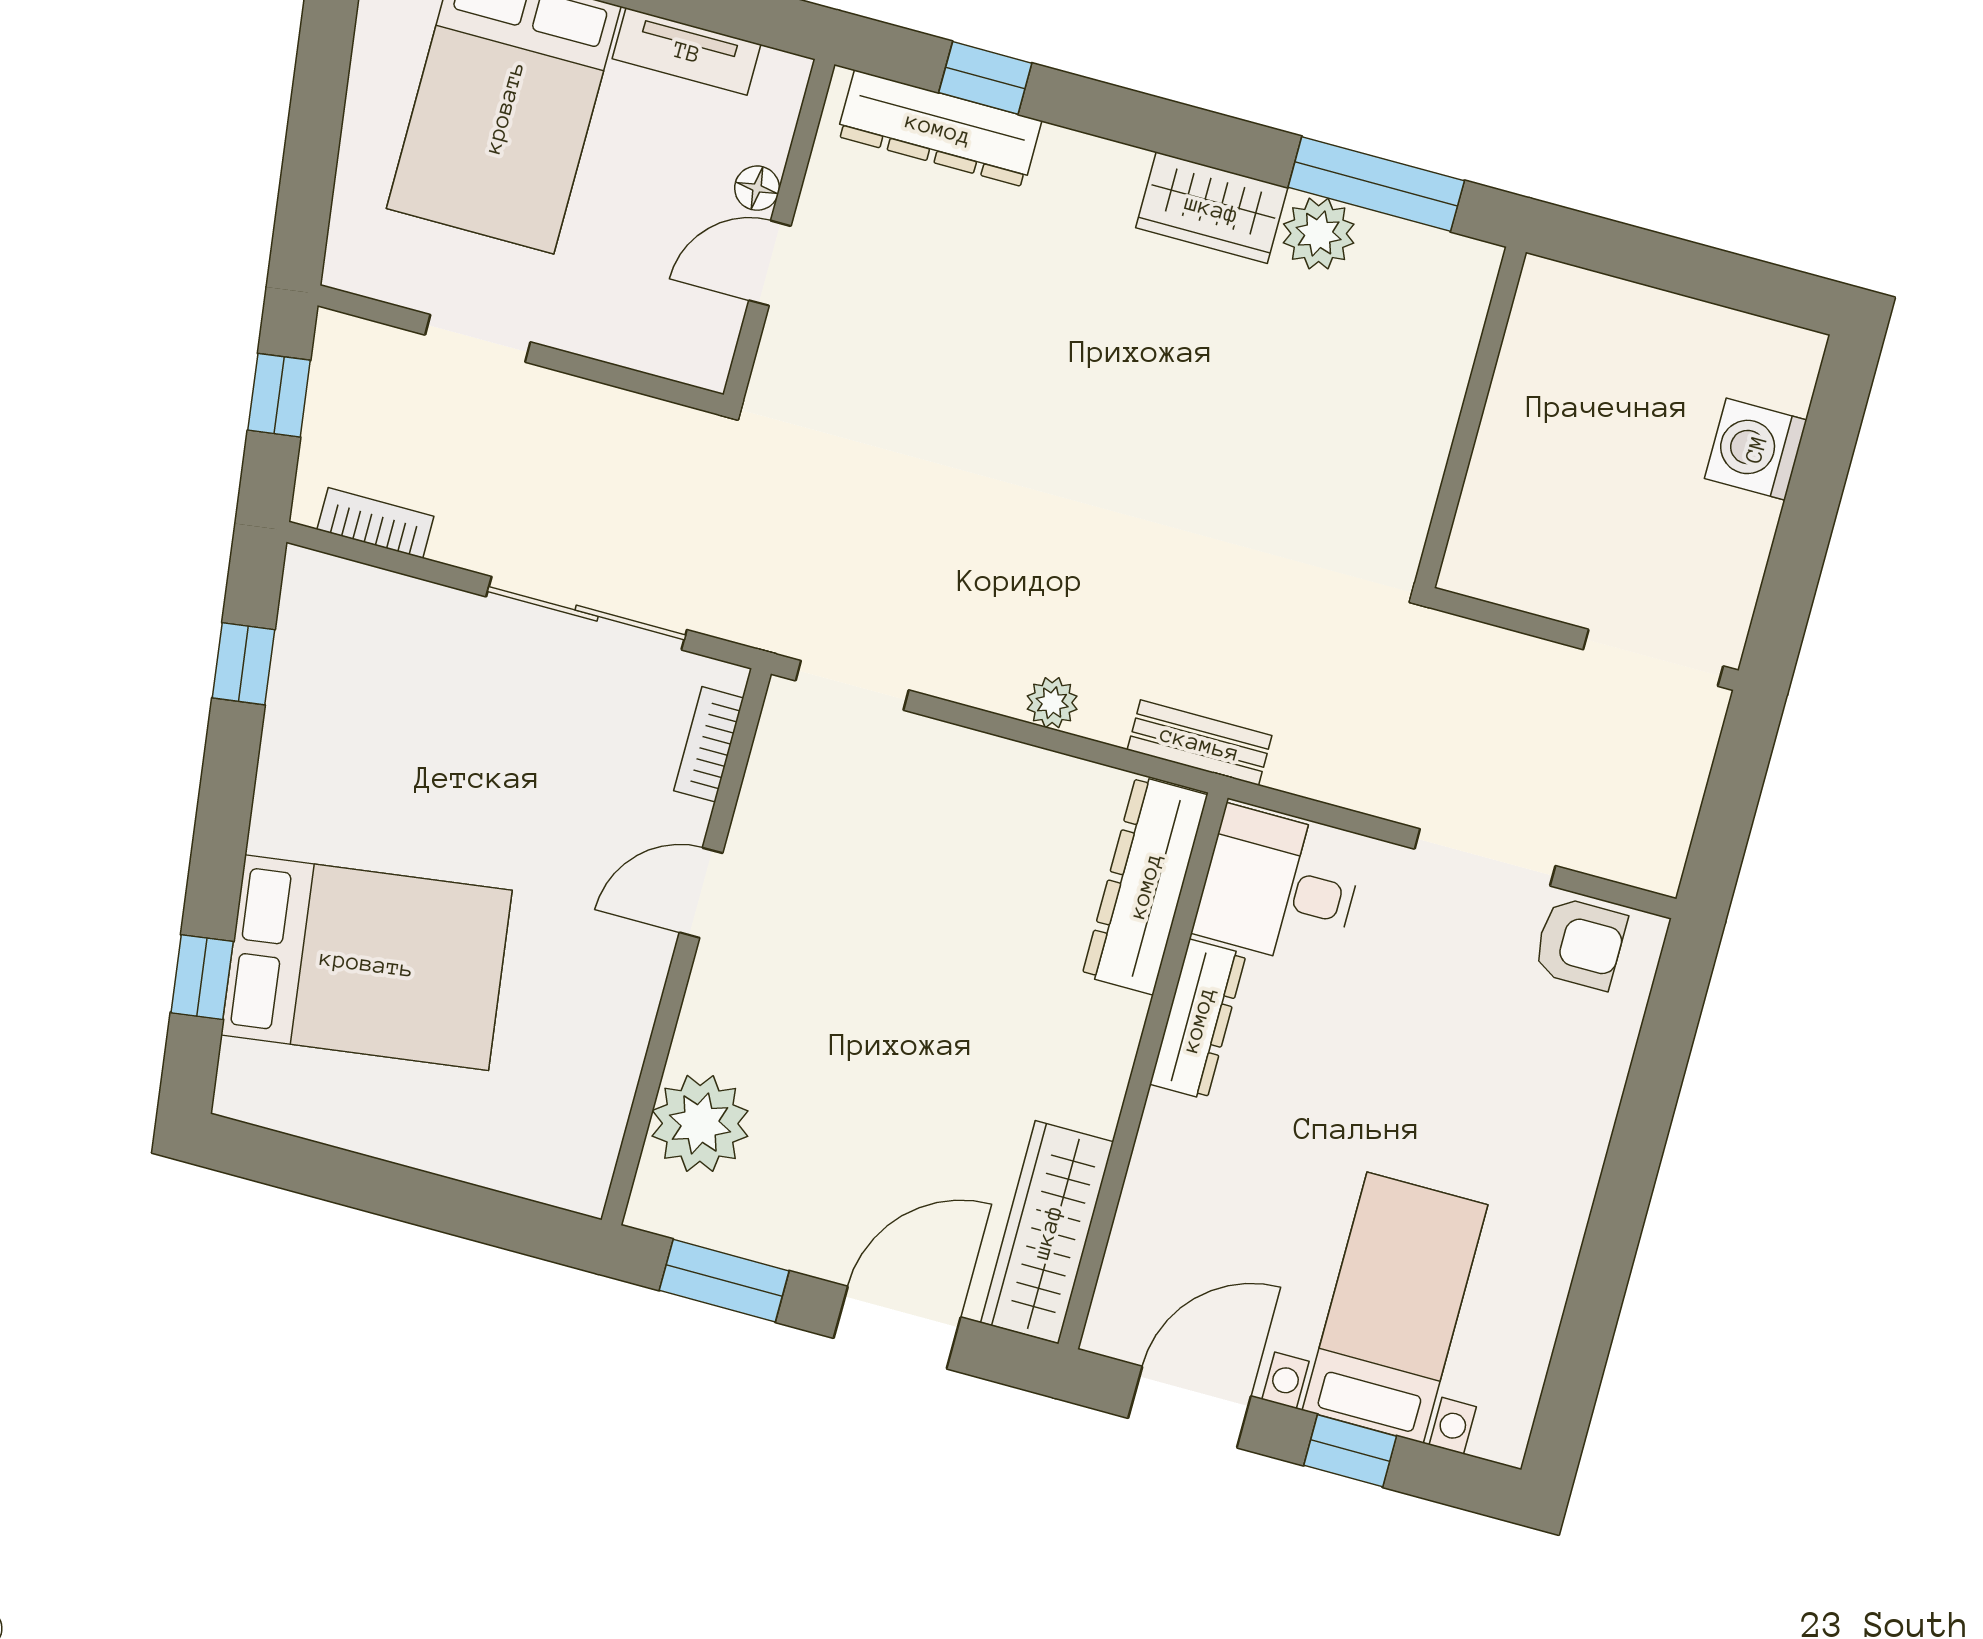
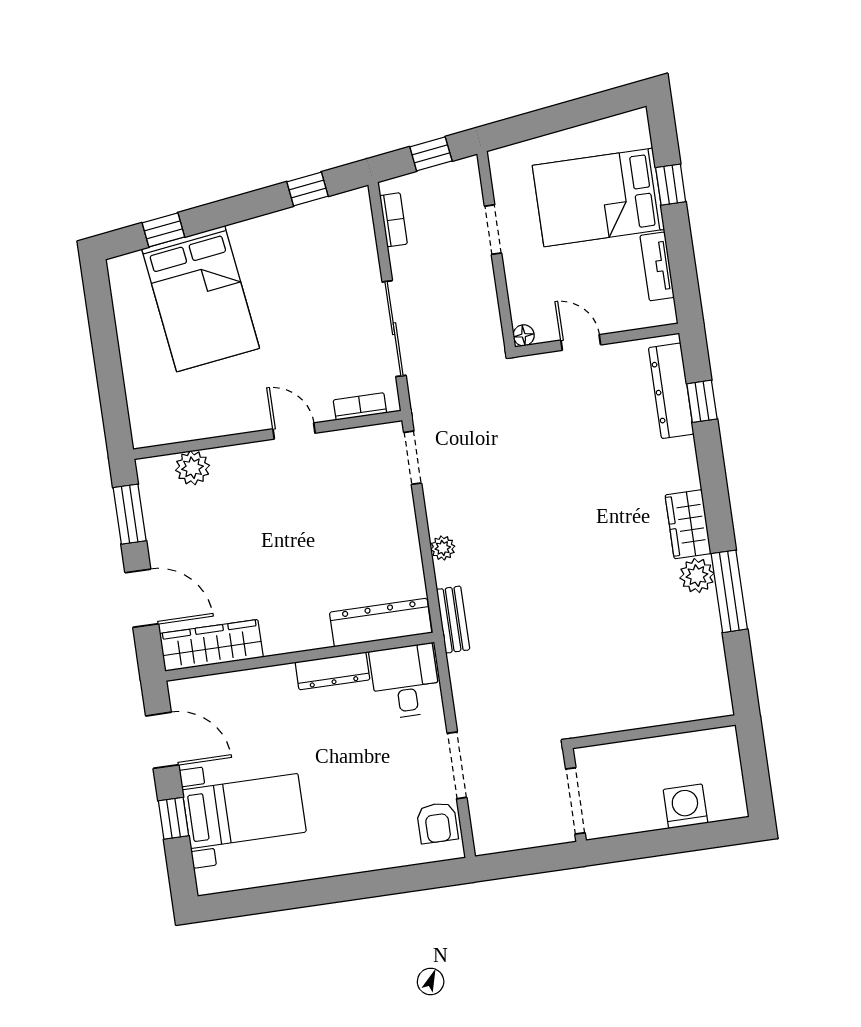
floor lamp: (757, 188) -> (524, 335), moved
wall: (1470, 417) -> (654, 732), moved
plant: (700, 1123) -> (193, 468), width x0.73, depth x0.73

